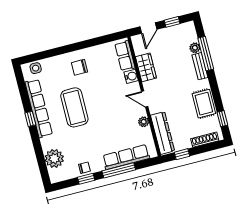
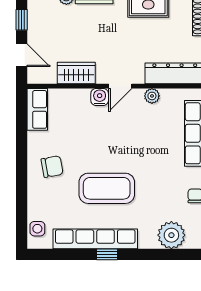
row of seats: (125, 56) -> (37, 109), moved, turned -90
chair: (79, 67) -> (52, 167), turned -100
water cooler: (131, 76) -> (100, 97), moved

